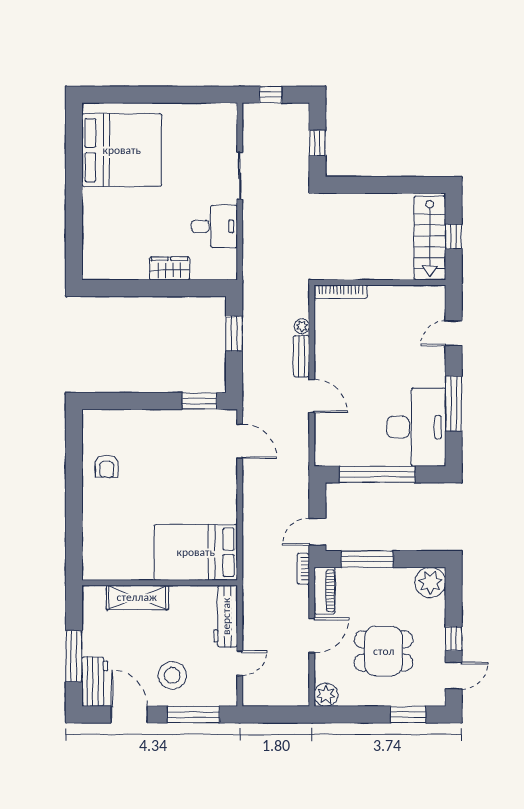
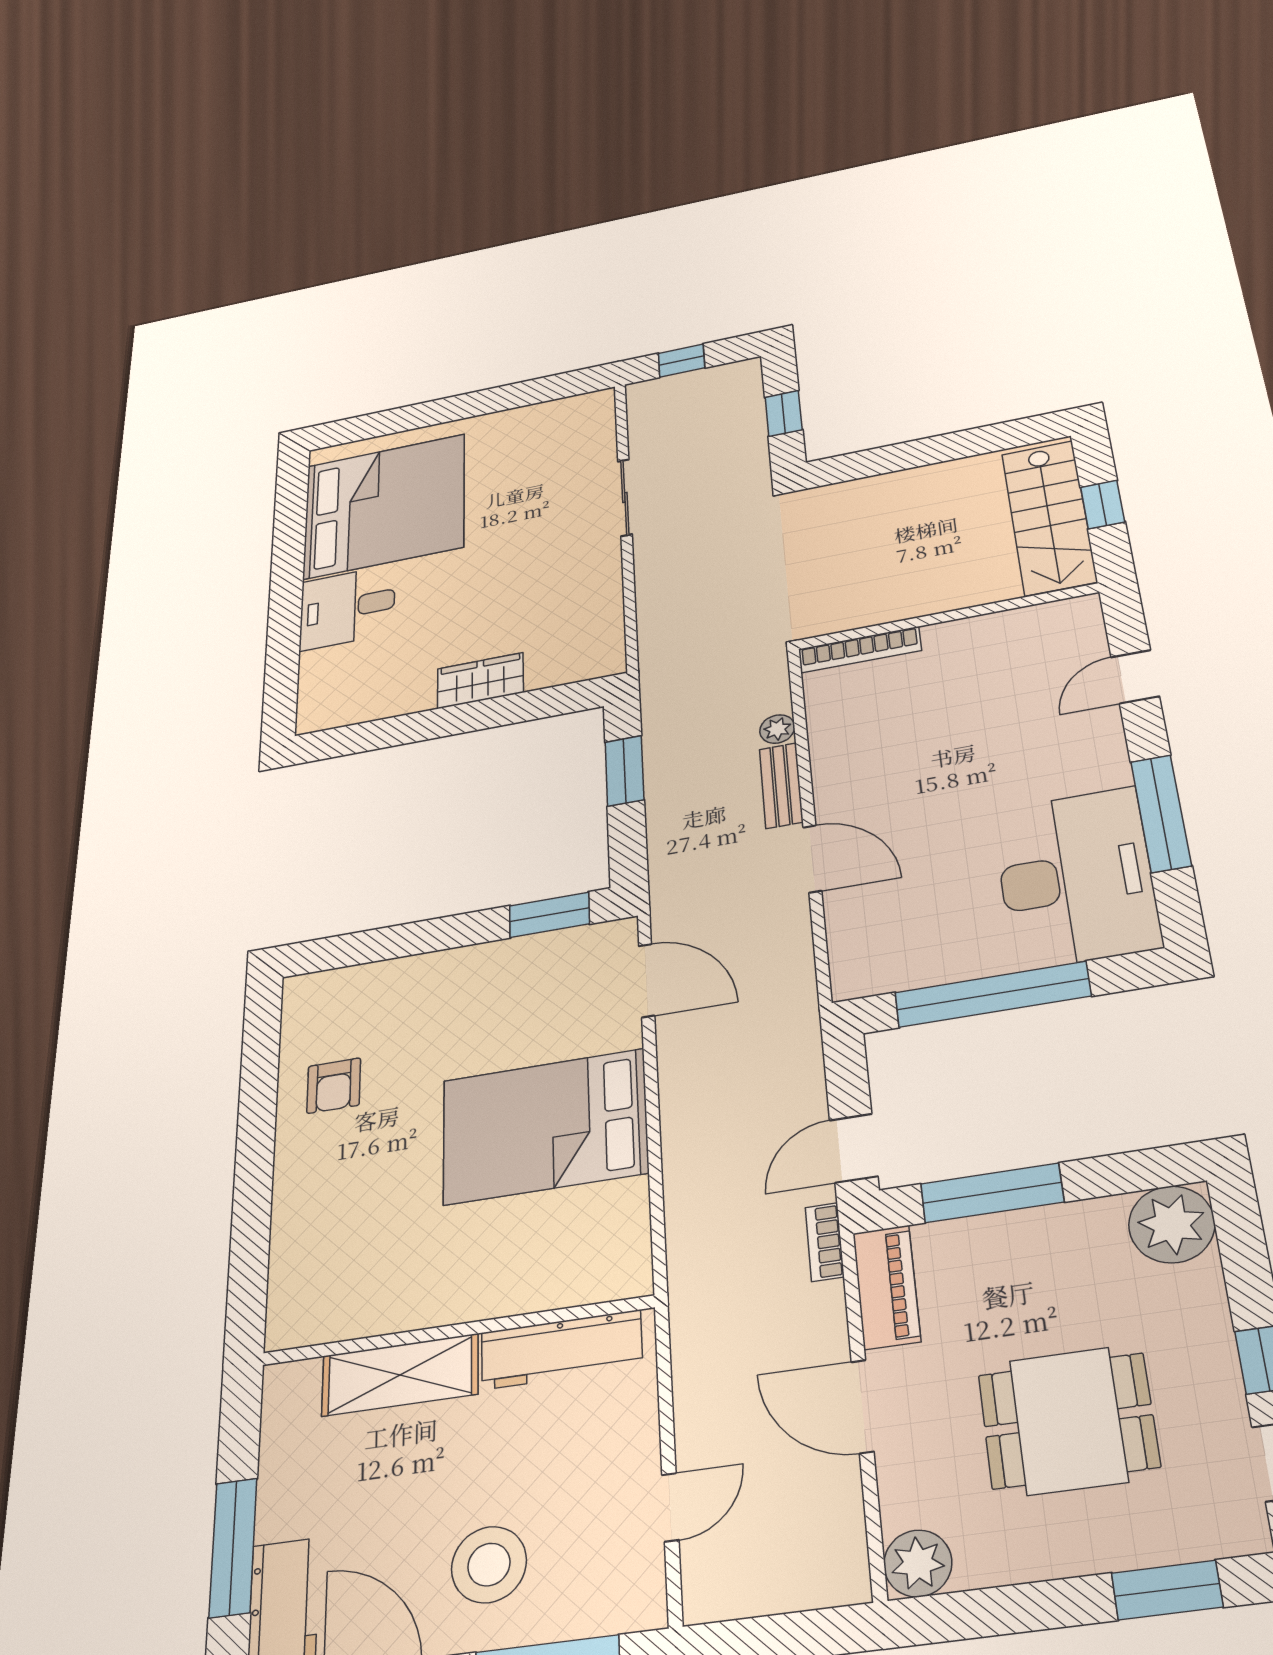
desk: (214, 226) -> (347, 608), moved, turned 180
bed: (196, 552) -> (544, 1126), moved
workbench: (226, 616) -> (561, 1350), moved, turned -90
door: (312, 635) -> (862, 1406), swing flipped

